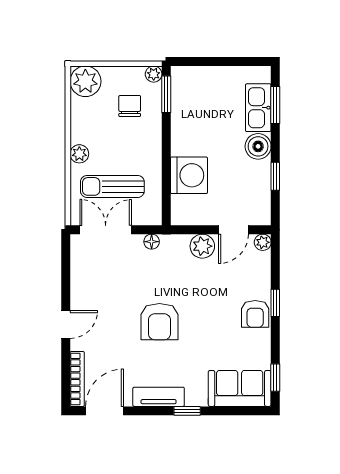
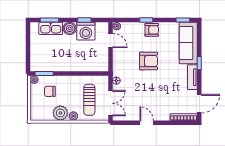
plant: (85, 81) -> (60, 113), moved
washing machine: (189, 175) -> (86, 31), moved, turned 180
double door: (106, 230) -> (110, 103), swing flipped
plant: (202, 246) -> (119, 56), removed
armchair: (159, 322) -> (149, 61), moved
door: (66, 324) -> (147, 123), moved
sofa: (240, 388) -> (188, 43), width x1.36
door: (105, 411) -> (199, 104), swing flipped

